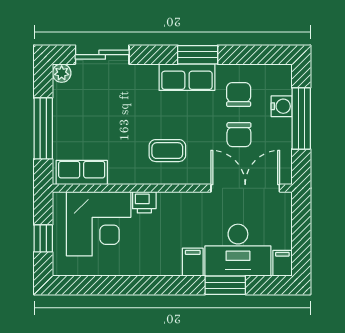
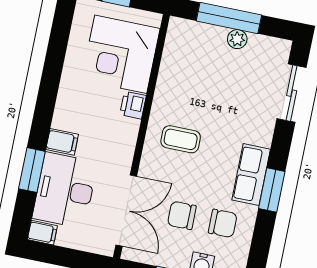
plant: (62, 73) -> (237, 39), moved
coffee table: (167, 151) -> (181, 139), turned 90
row of seats: (82, 173) -> (176, 48), removed

